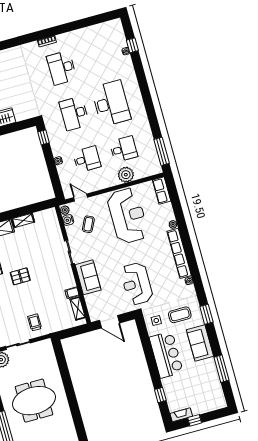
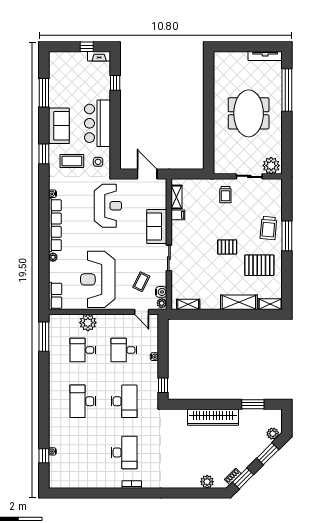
desk: (111, 103) -> (83, 401), width x0.73, depth x0.77
shelving: (23, 220) -> (188, 304), moved
meeting table: (34, 401) -> (249, 113), turned 90

